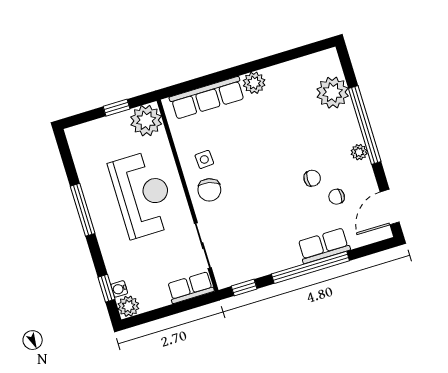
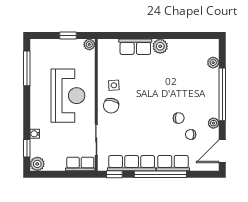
plant: (333, 93) -> (213, 63), width x0.53, depth x0.53
row of seats: (207, 98) -> (135, 47), width x0.68
plant: (146, 121) -> (89, 44), width x0.53, depth x0.53
plant: (359, 152) -> (213, 123), moved
window: (83, 210) -> (27, 68), moved
row of seats: (264, 264) -> (132, 163), added
water cooler: (119, 289) -> (35, 134), moved

